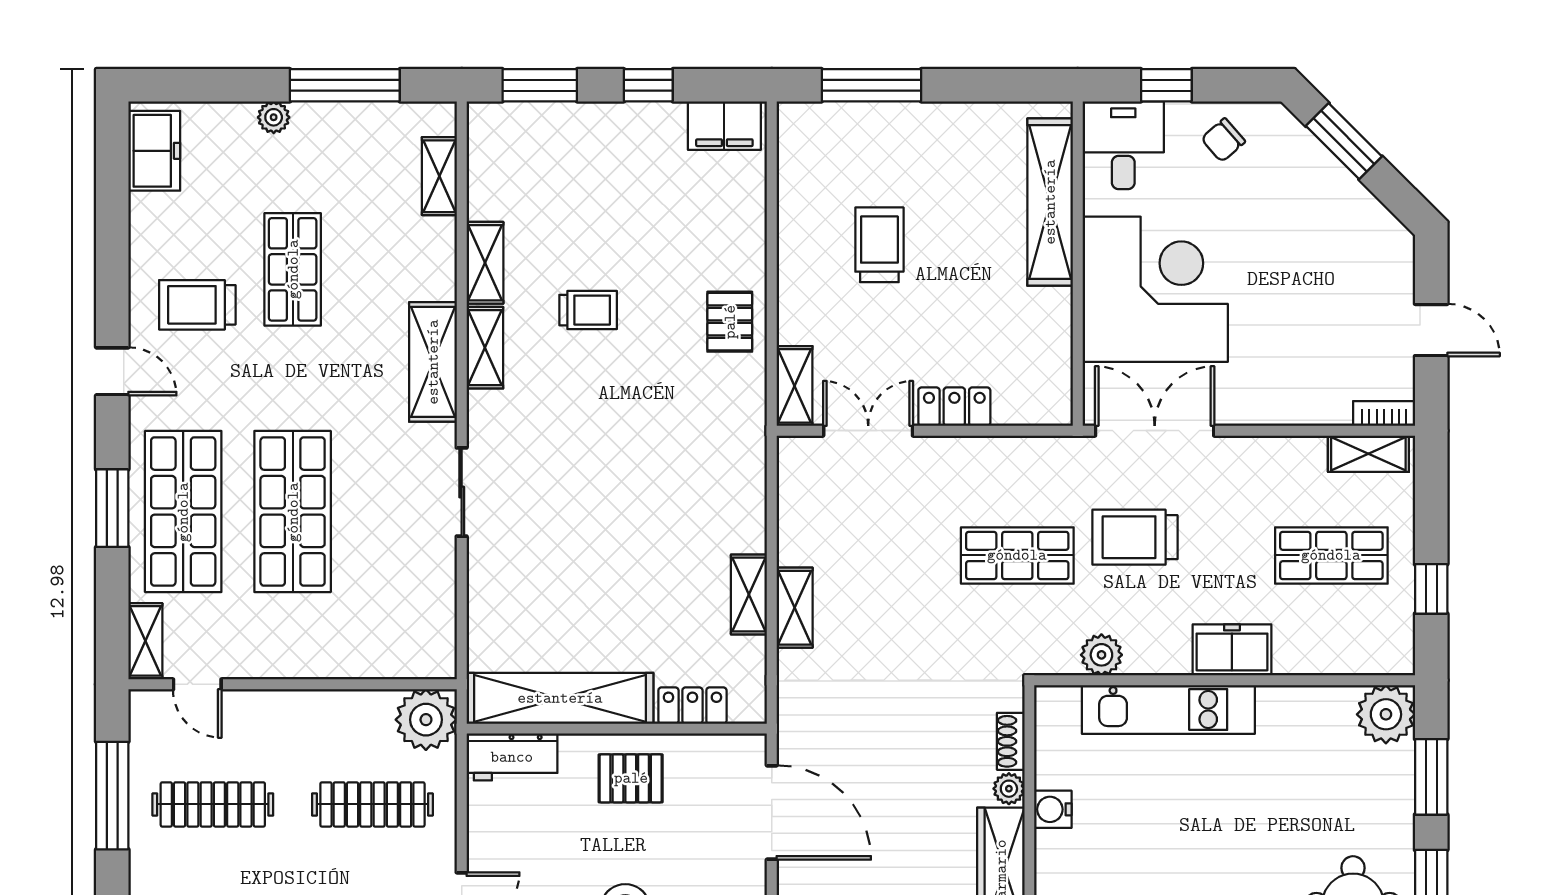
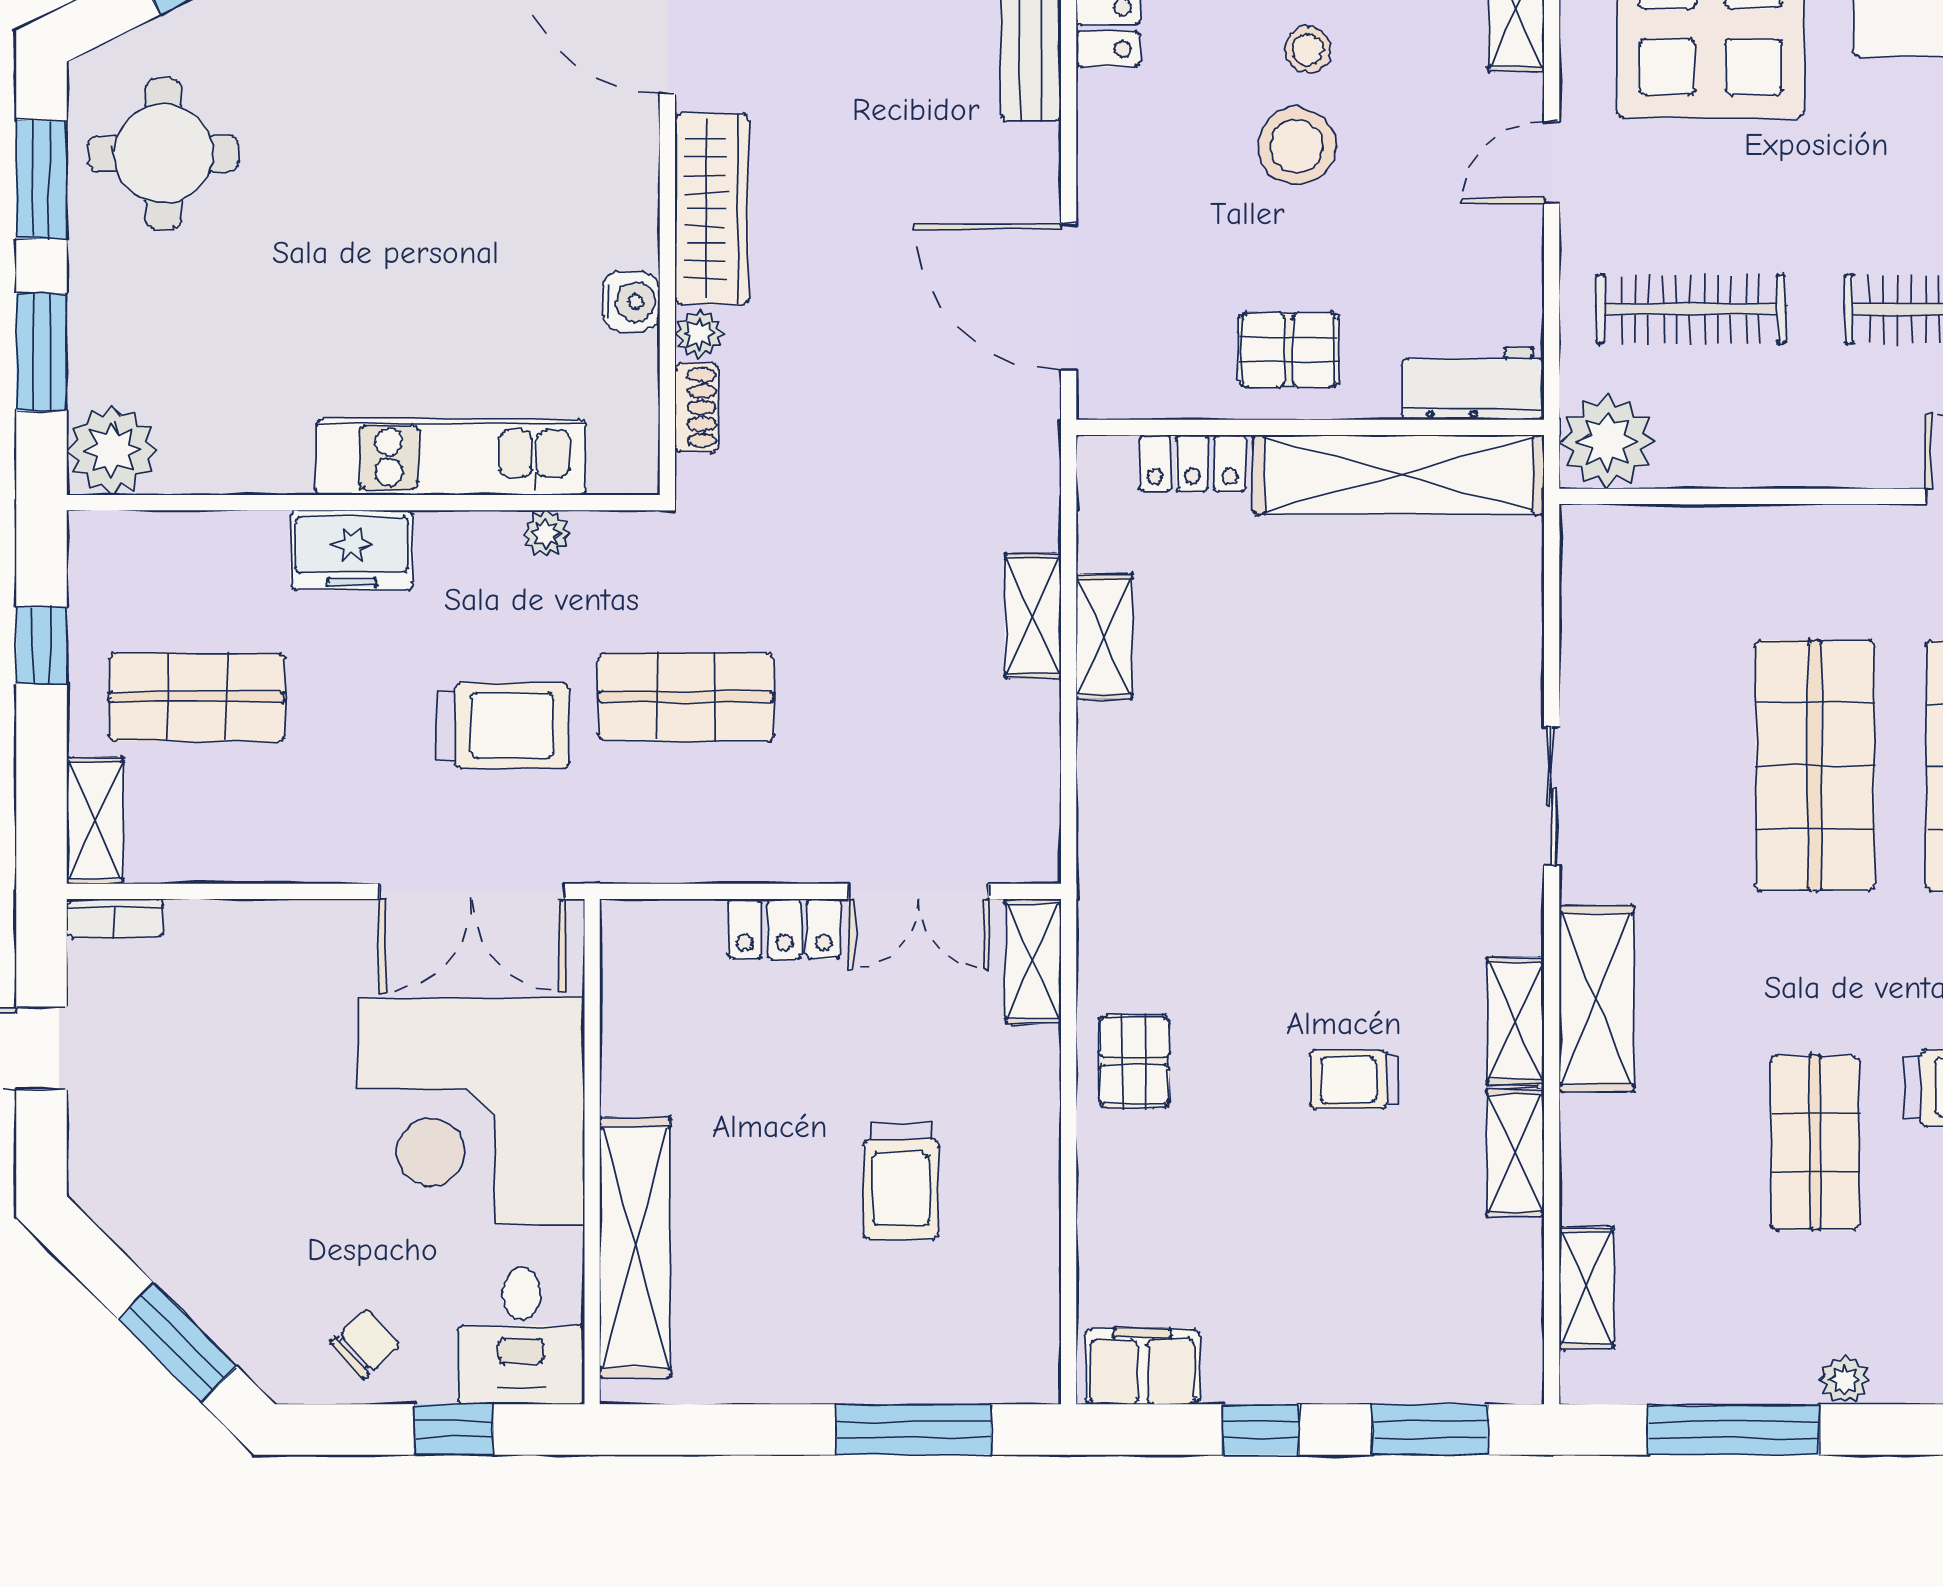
shelving: (1368, 454) -> (95, 821), moved, turned 90
plant: (1101, 655) -> (546, 534), width x0.73, depth x0.73

